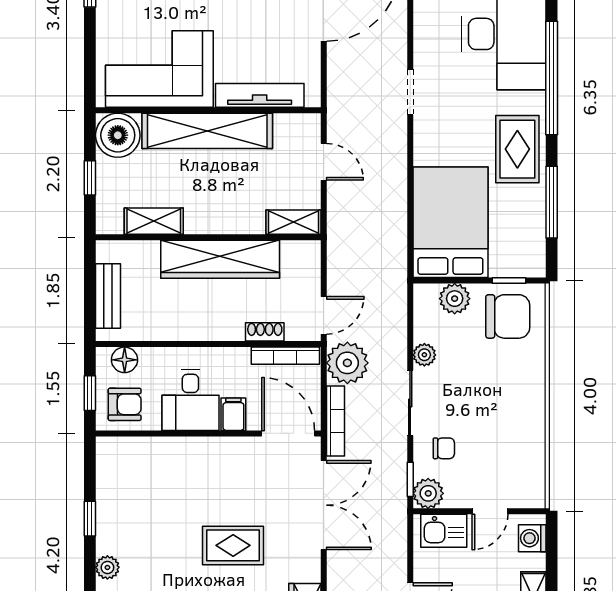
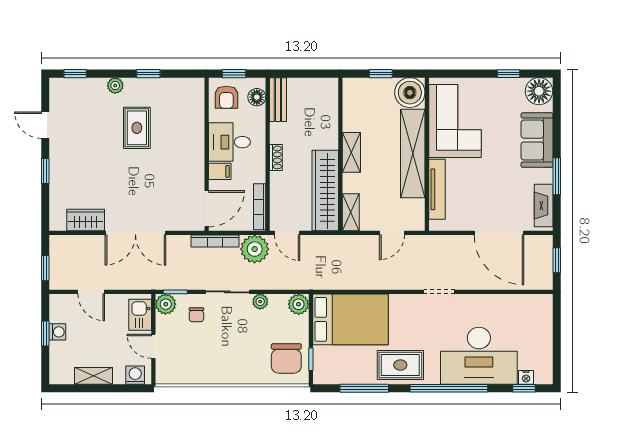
shelving: (154, 221) -> (351, 152), moved
wardrobe: (220, 259) -> (325, 191), moved
bench: (108, 296) -> (278, 100), moved, turned 90
plant: (455, 299) -> (299, 304), moved
shoe rack: (265, 332) -> (276, 157), moved
double door: (324, 505) -> (135, 233), moved
rug: (233, 545) -> (137, 128), moved

